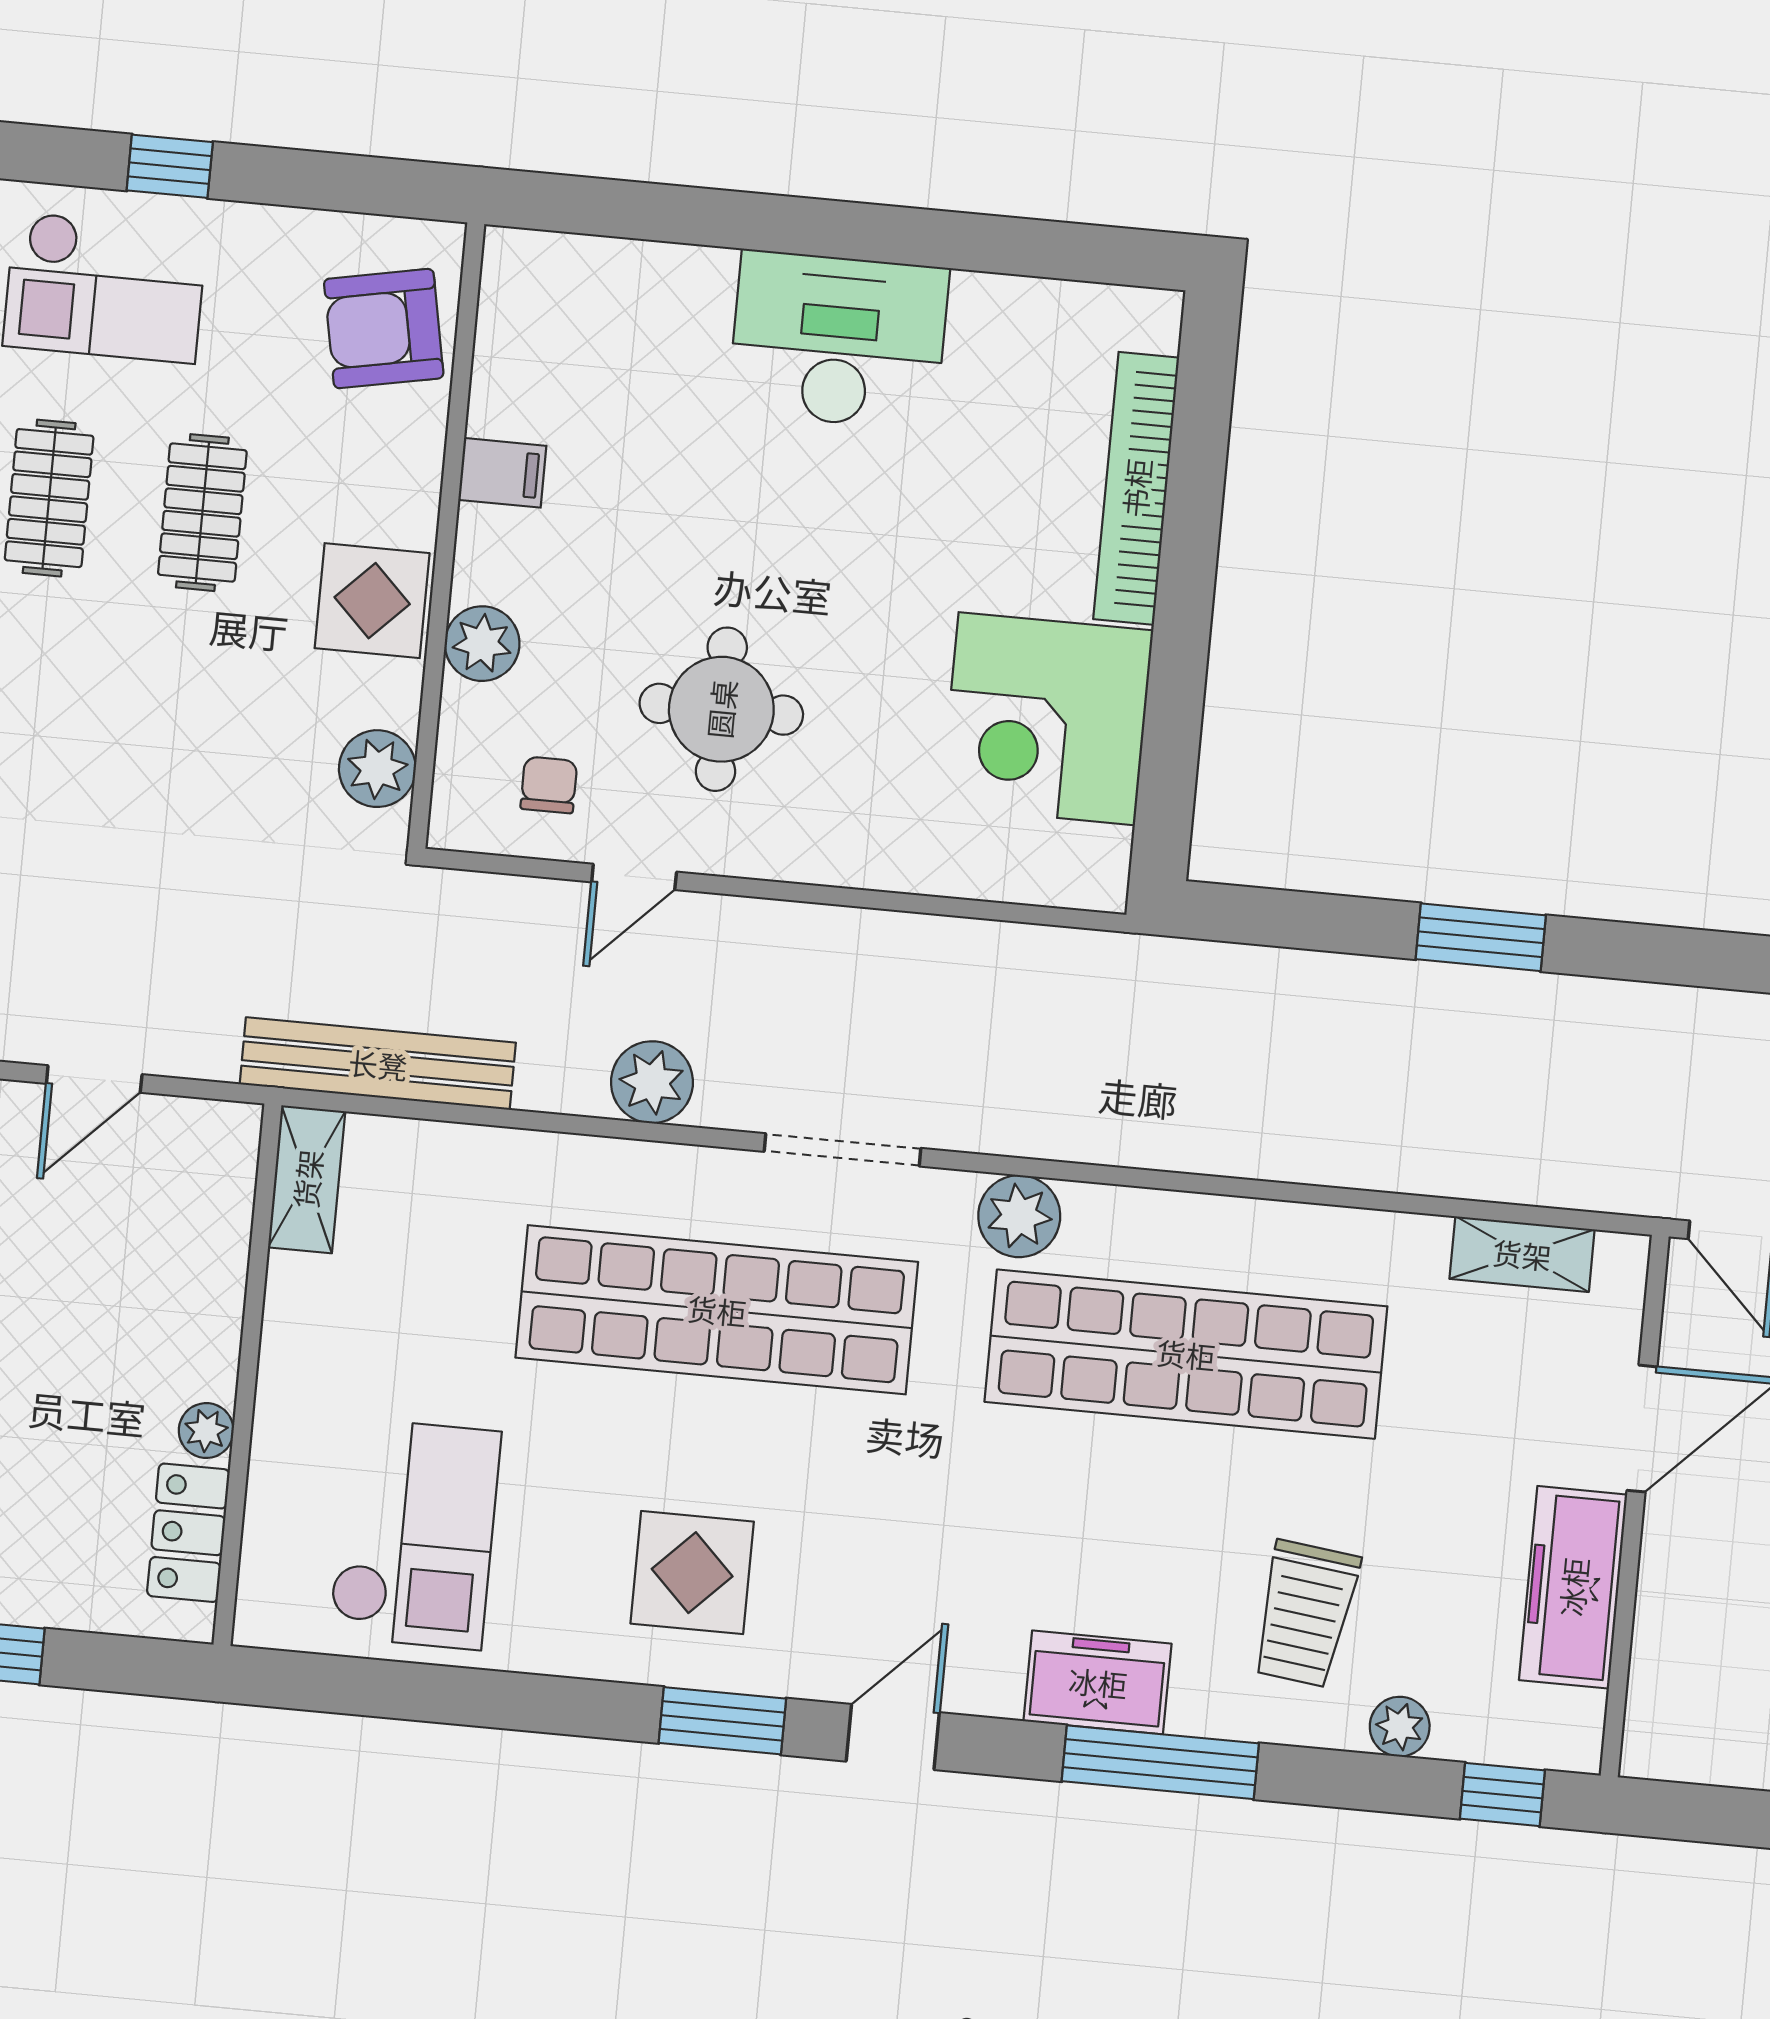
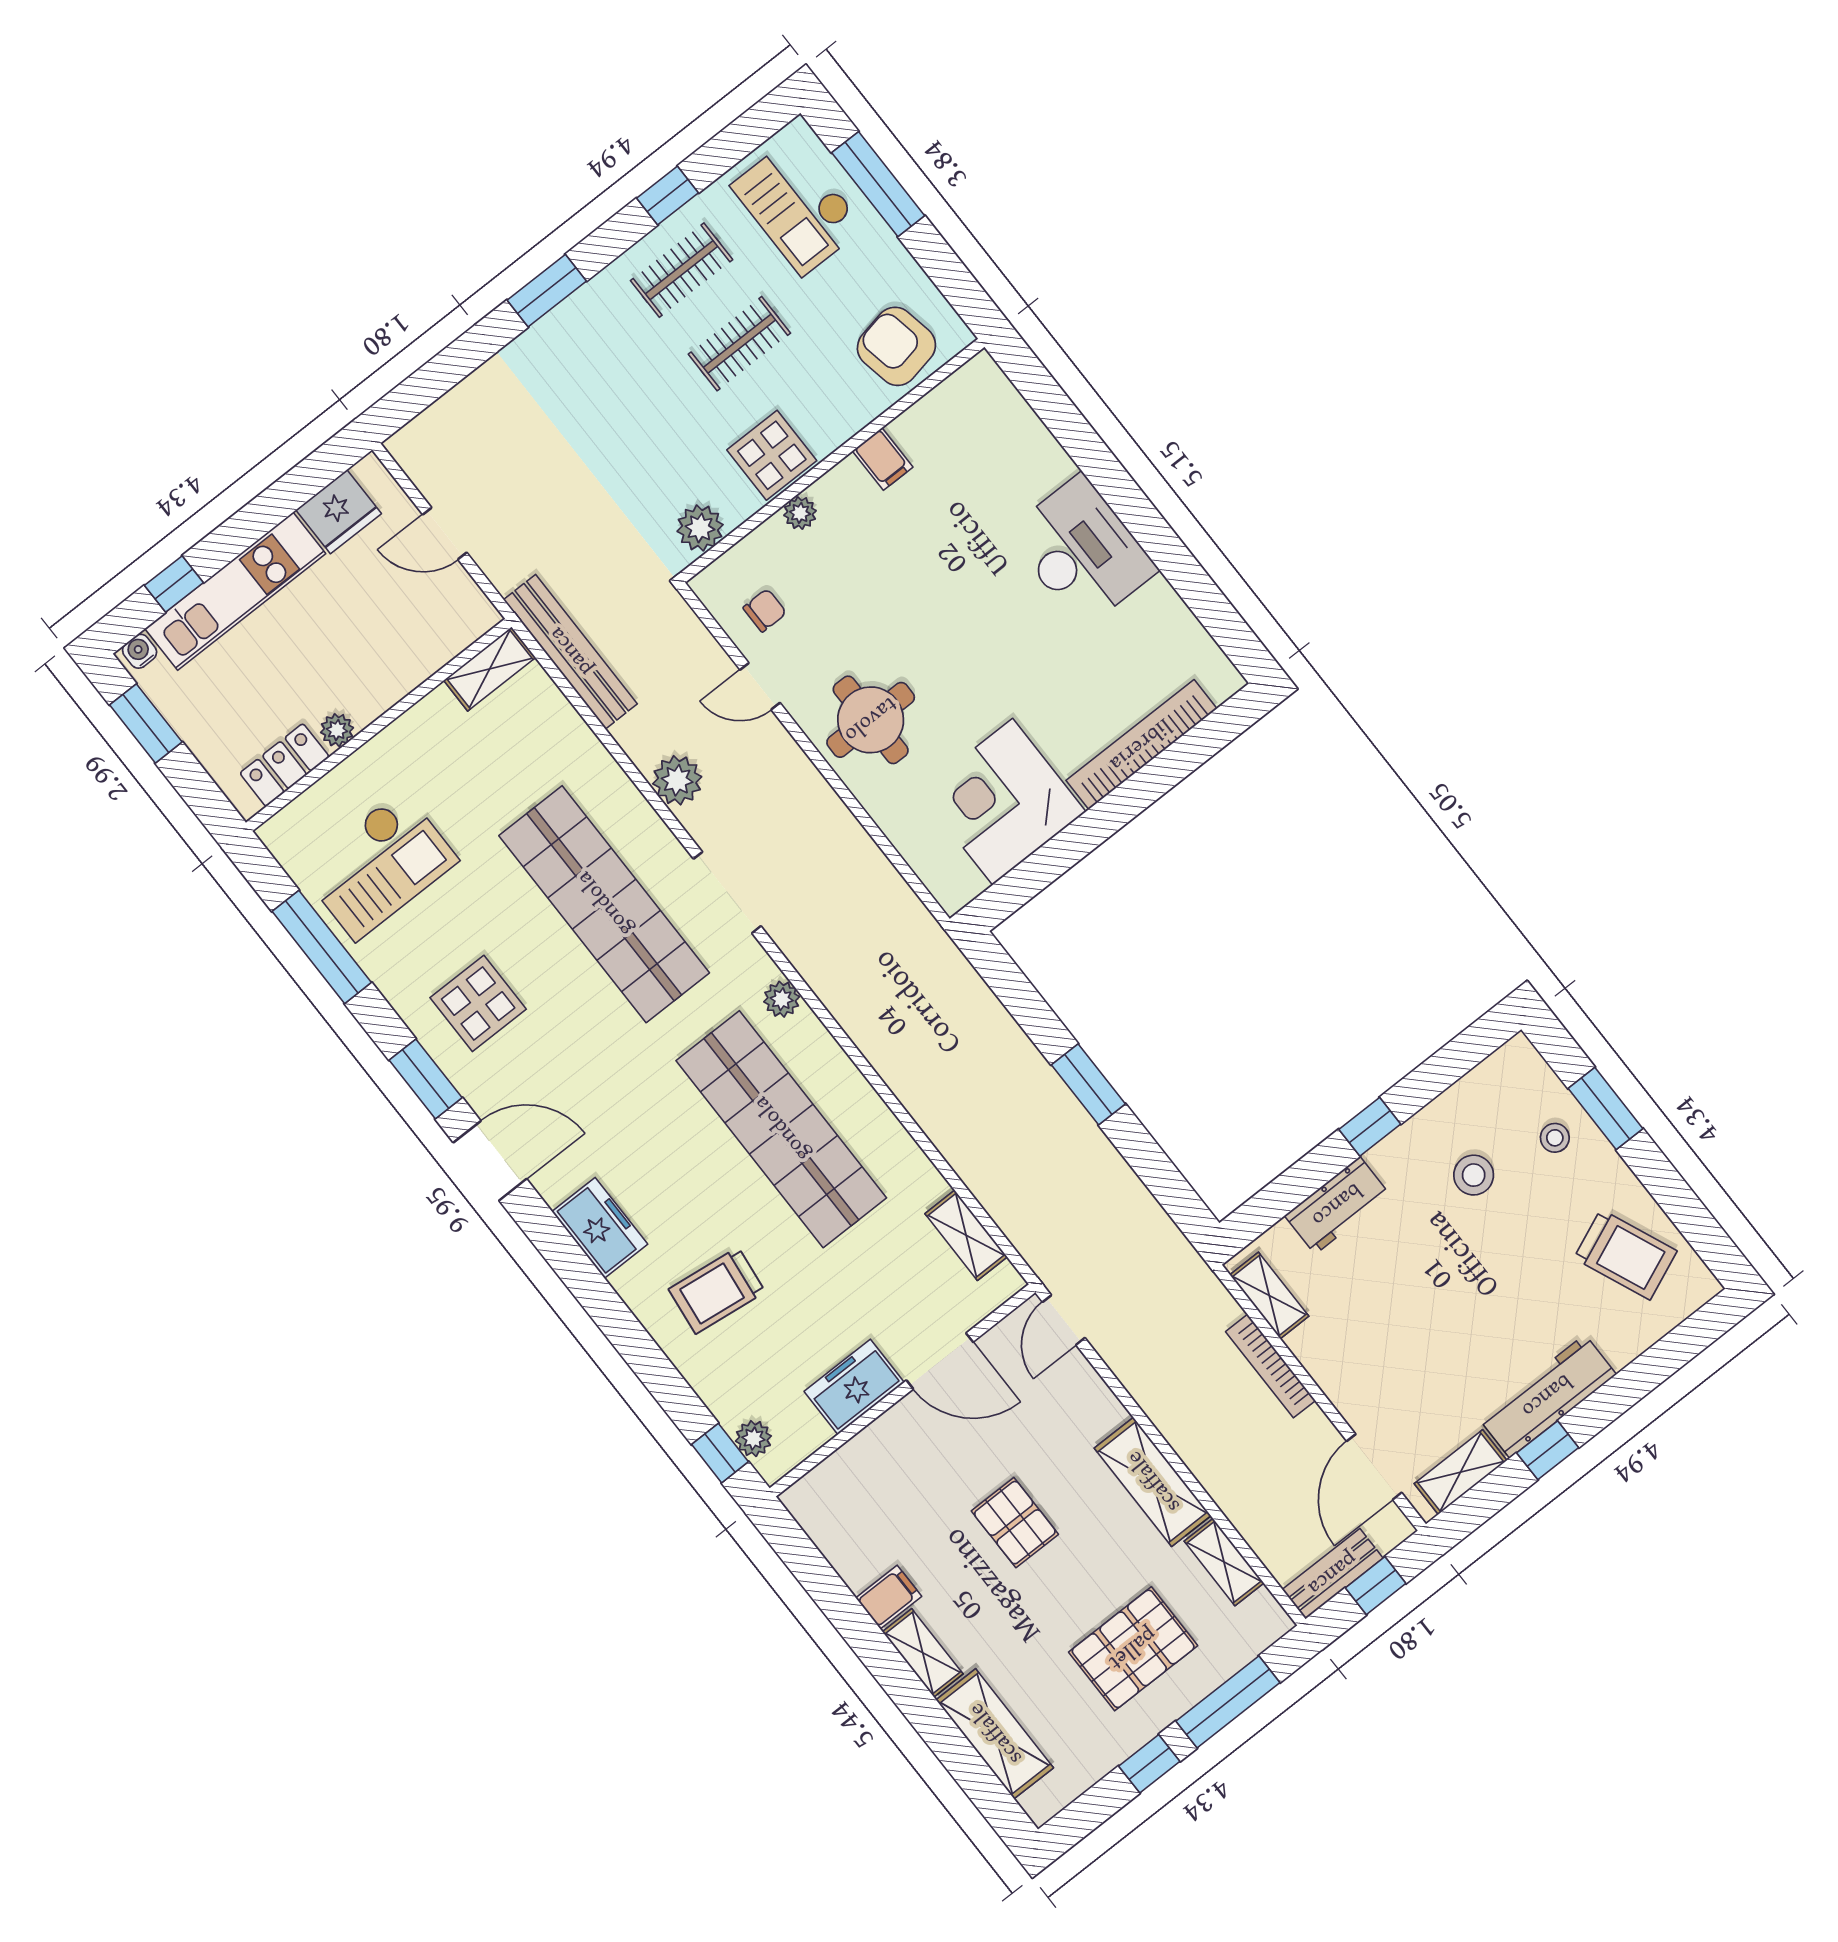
window: (170, 166) -> (878, 184), width x2.17
plant: (482, 644) -> (800, 513), width x0.73, depth x0.73
round table: (721, 709) -> (871, 720), moved
plant: (1019, 1216) -> (782, 999), width x0.73, depth x0.73
freezer: (1573, 1587) -> (854, 1387), width x0.71
plant: (1400, 1727) -> (753, 1439), moved
door: (893, 1737) -> (490, 1161), width x1.38
window: (1160, 1762) -> (322, 947), moved

